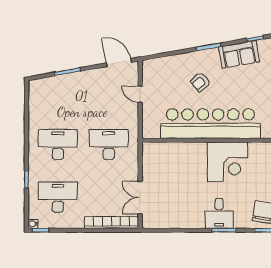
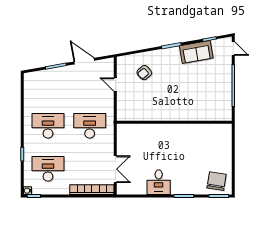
door: (119, 63) -> (84, 61), moved
armchair: (200, 82) -> (144, 73), moved
bar counter: (210, 124) -> (173, 109), removed
corner desk: (227, 162) -> (187, 140), removed
double door: (140, 198) -> (115, 169), swing flipped
desk: (219, 213) -> (159, 182), moved

